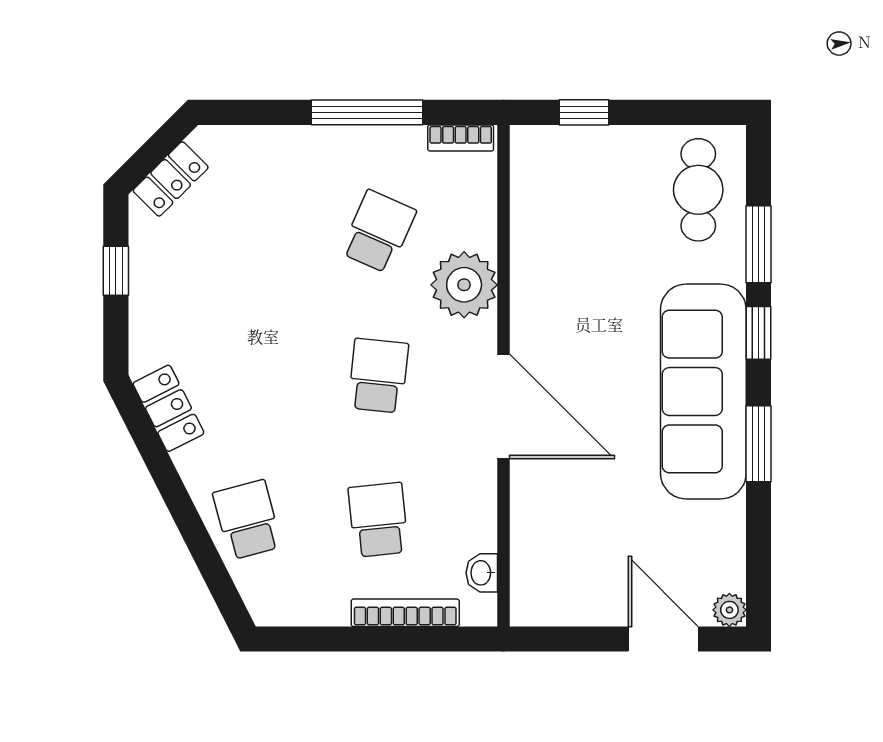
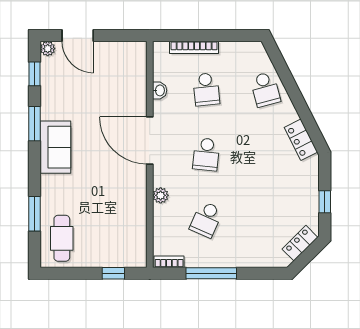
plant: (464, 285) -> (161, 195), width x0.53, depth x0.53
window: (758, 333) -> (35, 74), moved
sofa: (703, 392) -> (55, 147), width x0.54, depth x0.79
washbasin: (482, 573) -> (160, 90), moved

